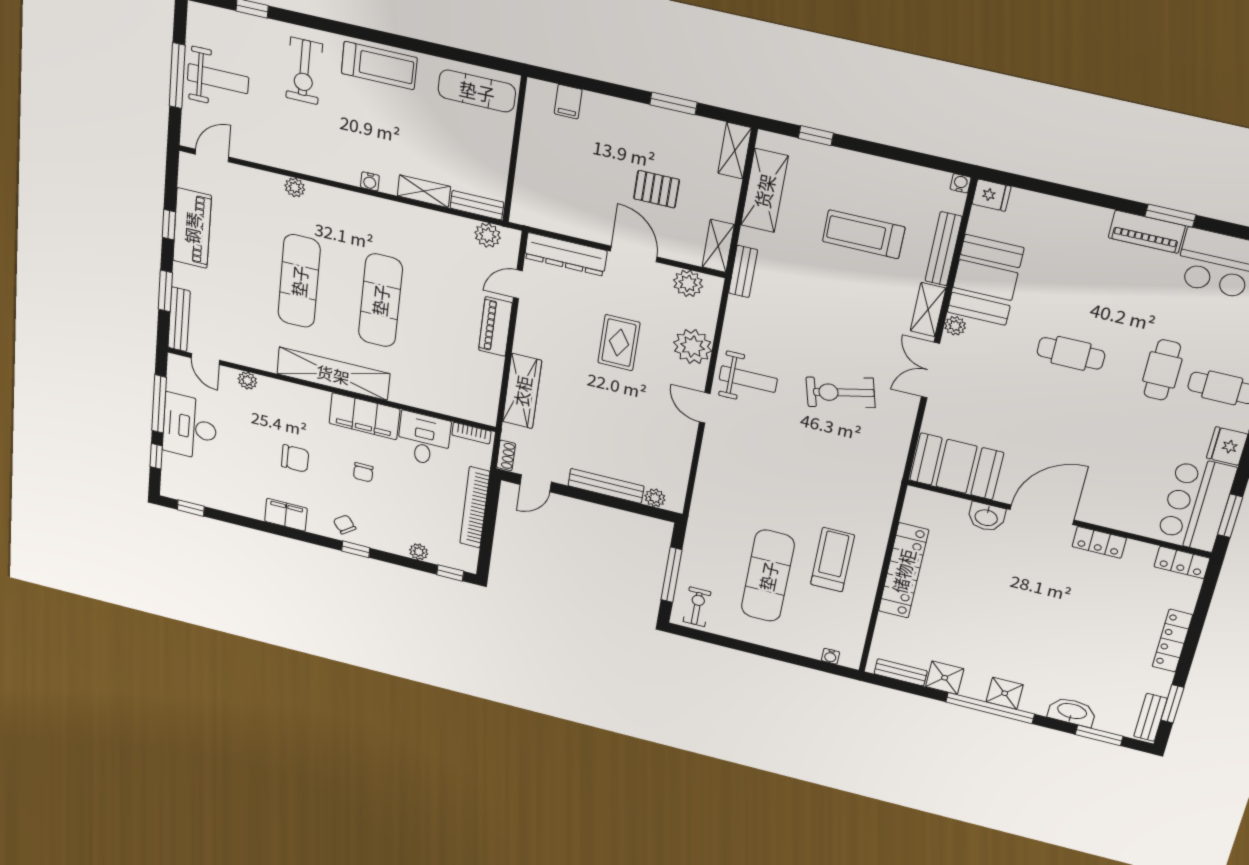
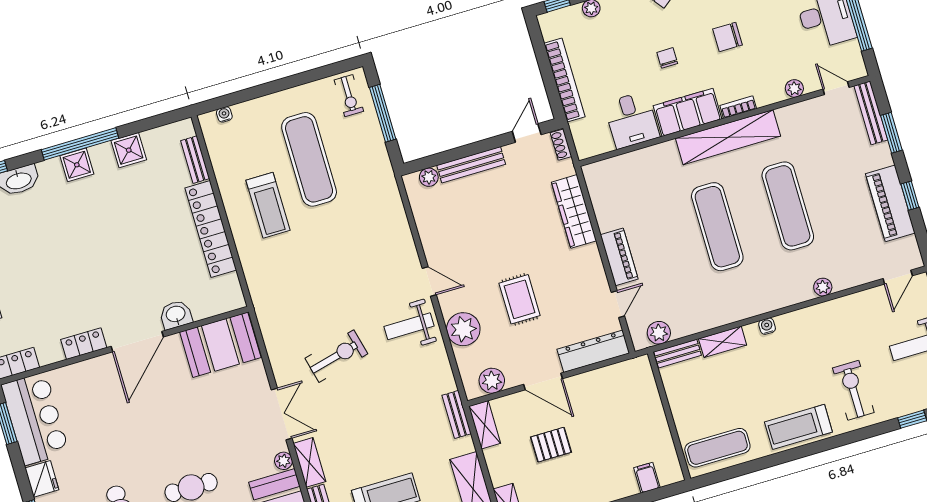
bookcase: (471, 433) -> (738, 107), moved
bench: (901, 672) -> (195, 160), moved, turned 90

